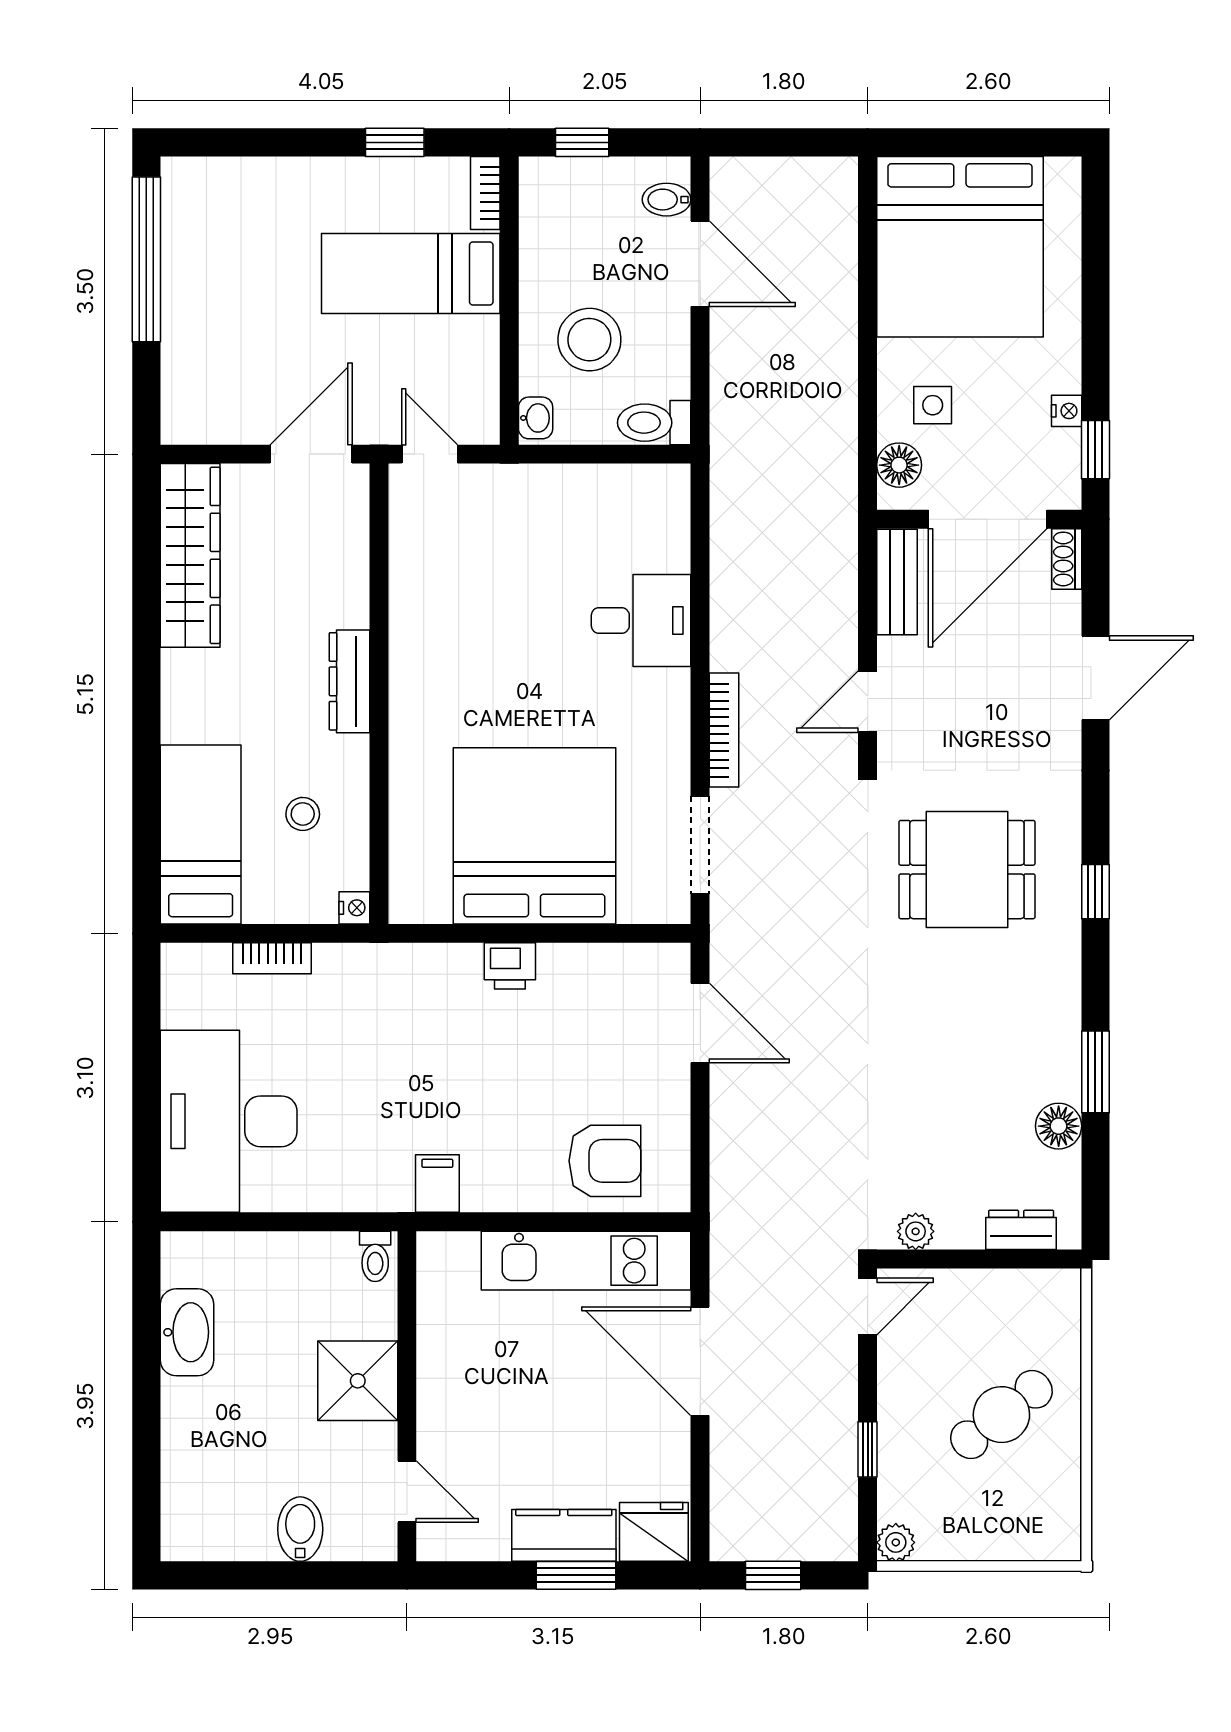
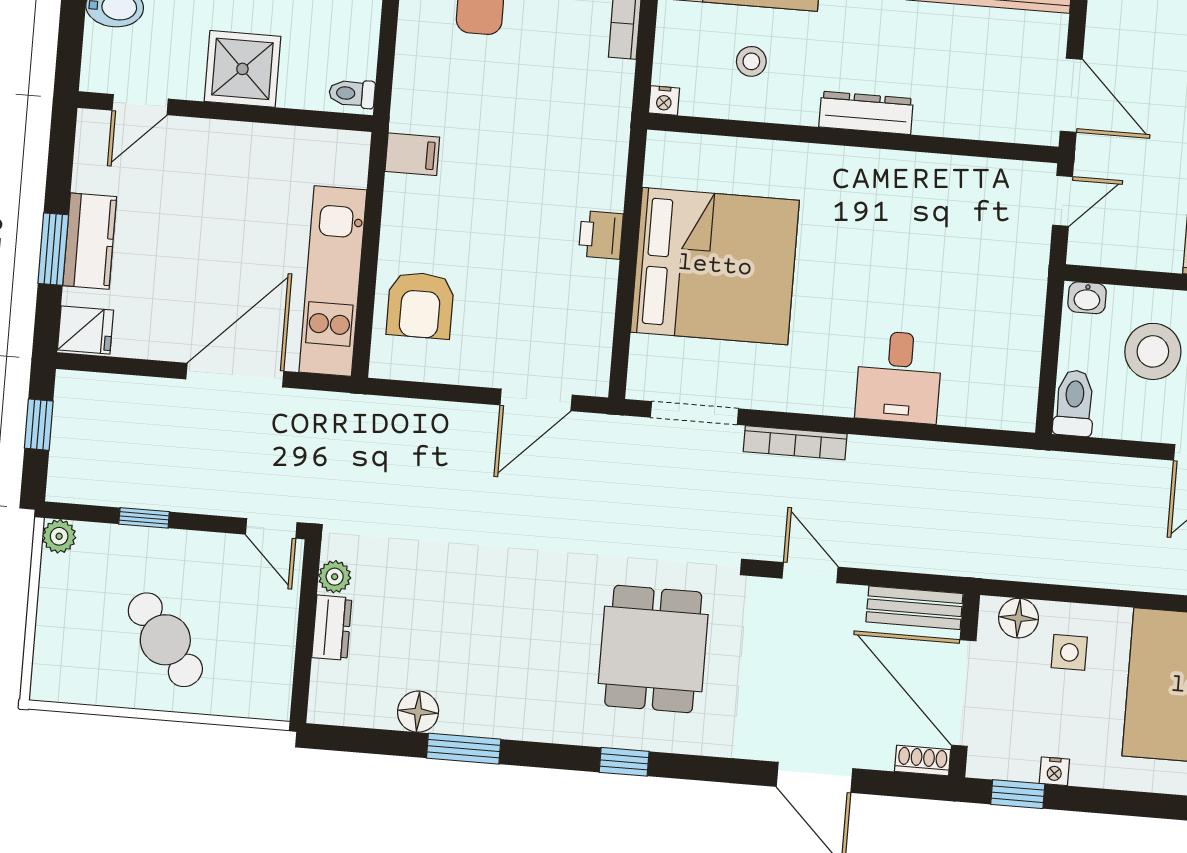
dresser: (1021, 1230) -> (332, 628), moved
fridge: (654, 1532) -> (85, 330), width x0.72

